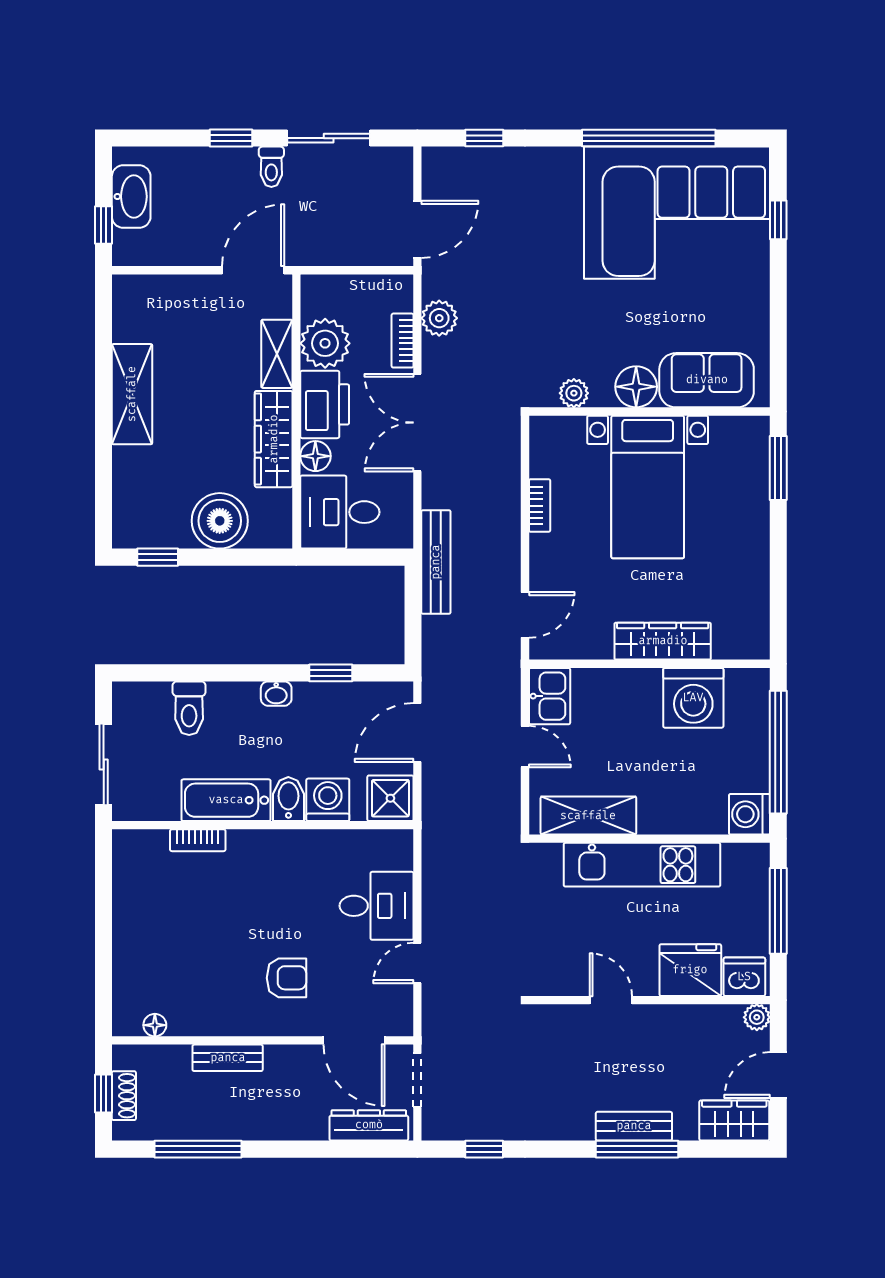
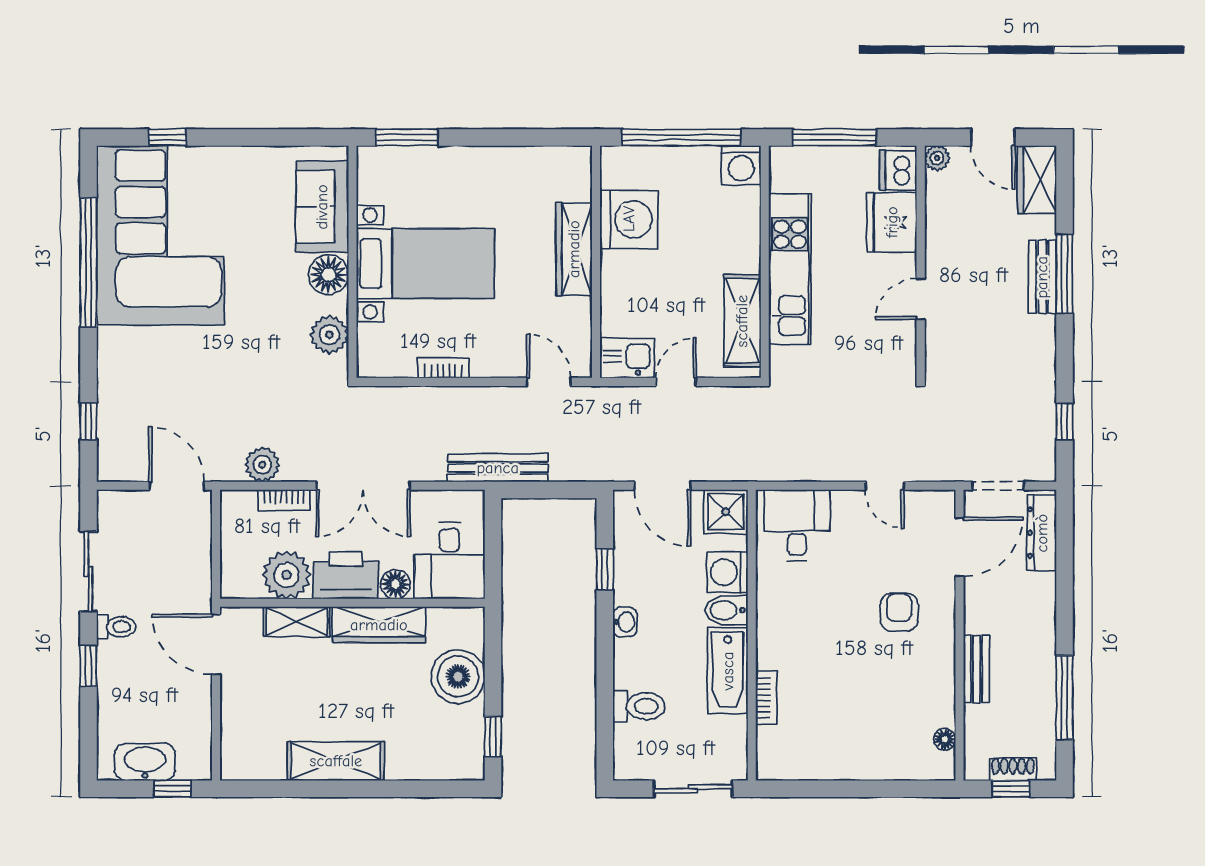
plant: (574, 393) -> (329, 335), width x1.38, depth x1.38
desk: (377, 906) -> (797, 525), moved

